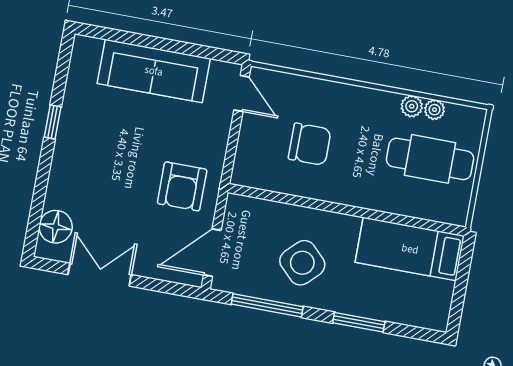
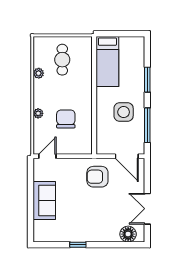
sofa: (154, 71) -> (44, 201), width x0.73
plant: (435, 110) -> (38, 113), moved
cafe table: (430, 159) -> (62, 60), width x0.73, depth x0.74
armchair: (182, 186) -> (97, 177), turned 180
side table: (302, 263) -> (124, 112), turned 45

